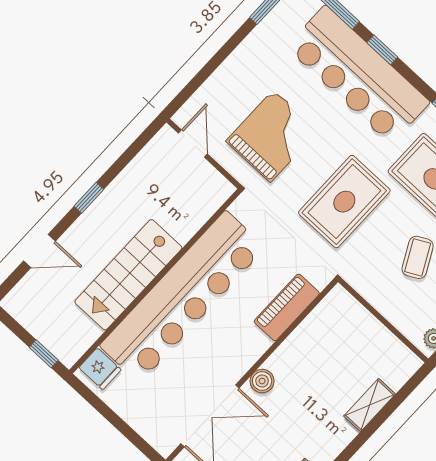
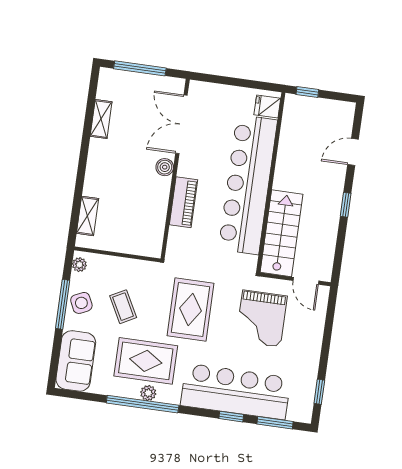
stairs: (128, 275) -> (281, 233), moved
piano: (287, 307) -> (183, 202), moved
shelving: (370, 405) -> (87, 216), moved

